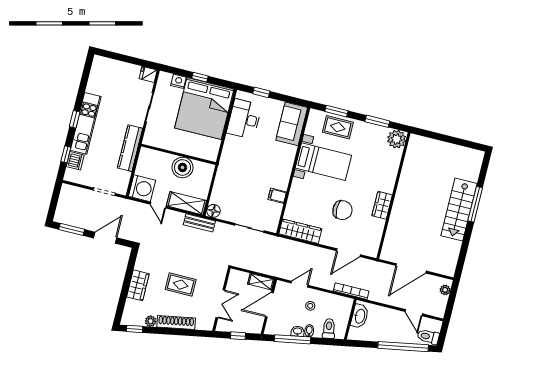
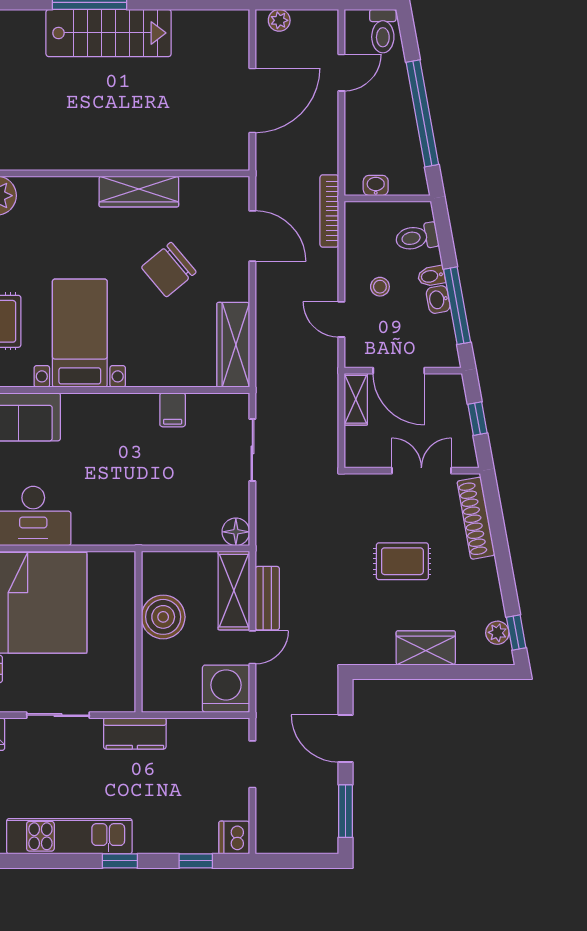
kitchen unit: (86, 123) -> (69, 836), moved
kitchen counter: (130, 148) -> (135, 733), width x0.67
dishwasher: (75, 161) -> (234, 838), moved, turned -90
wardrobe: (382, 205) -> (139, 191), width x1.50
chair: (342, 210) -> (169, 270), turned -130
bench: (199, 223) -> (267, 598), moved
door: (411, 268) -> (252, 100), hinge flipped
rug: (181, 285) -> (402, 561), turned 90
washbasin: (360, 316) -> (376, 185), width x0.52, depth x0.69
plant: (151, 321) -> (497, 633), moved
shoe rack: (176, 322) -> (476, 518), moved
window: (403, 347) -> (422, 113), moved

